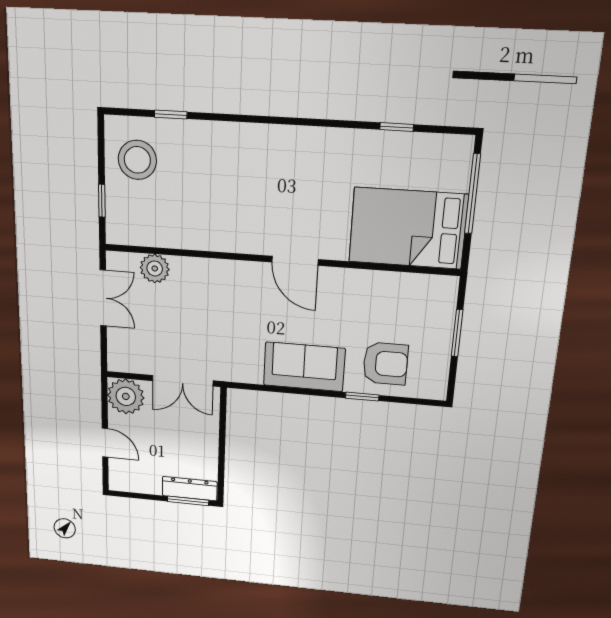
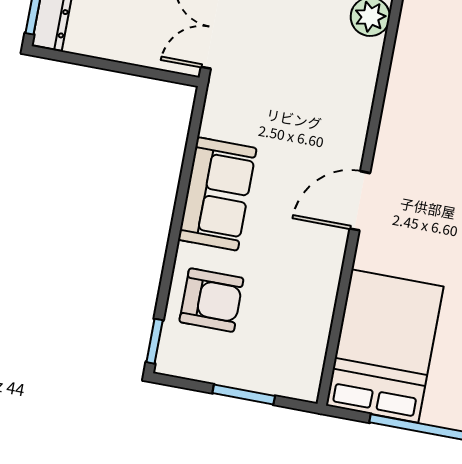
armchair: (385, 364) -> (211, 300), turned -90
window: (362, 397) -> (155, 341), moved

